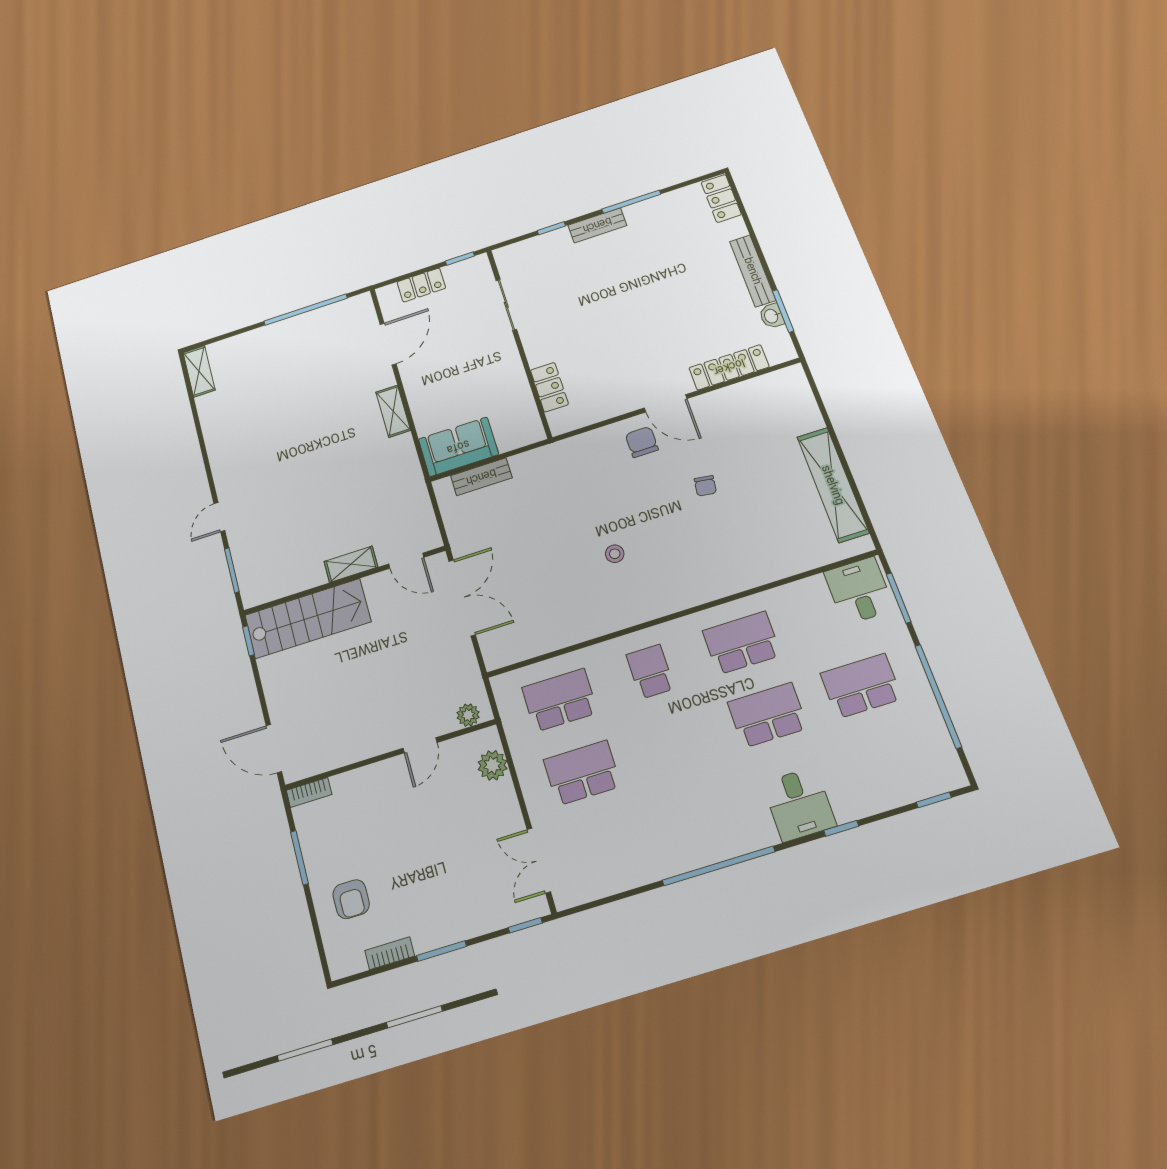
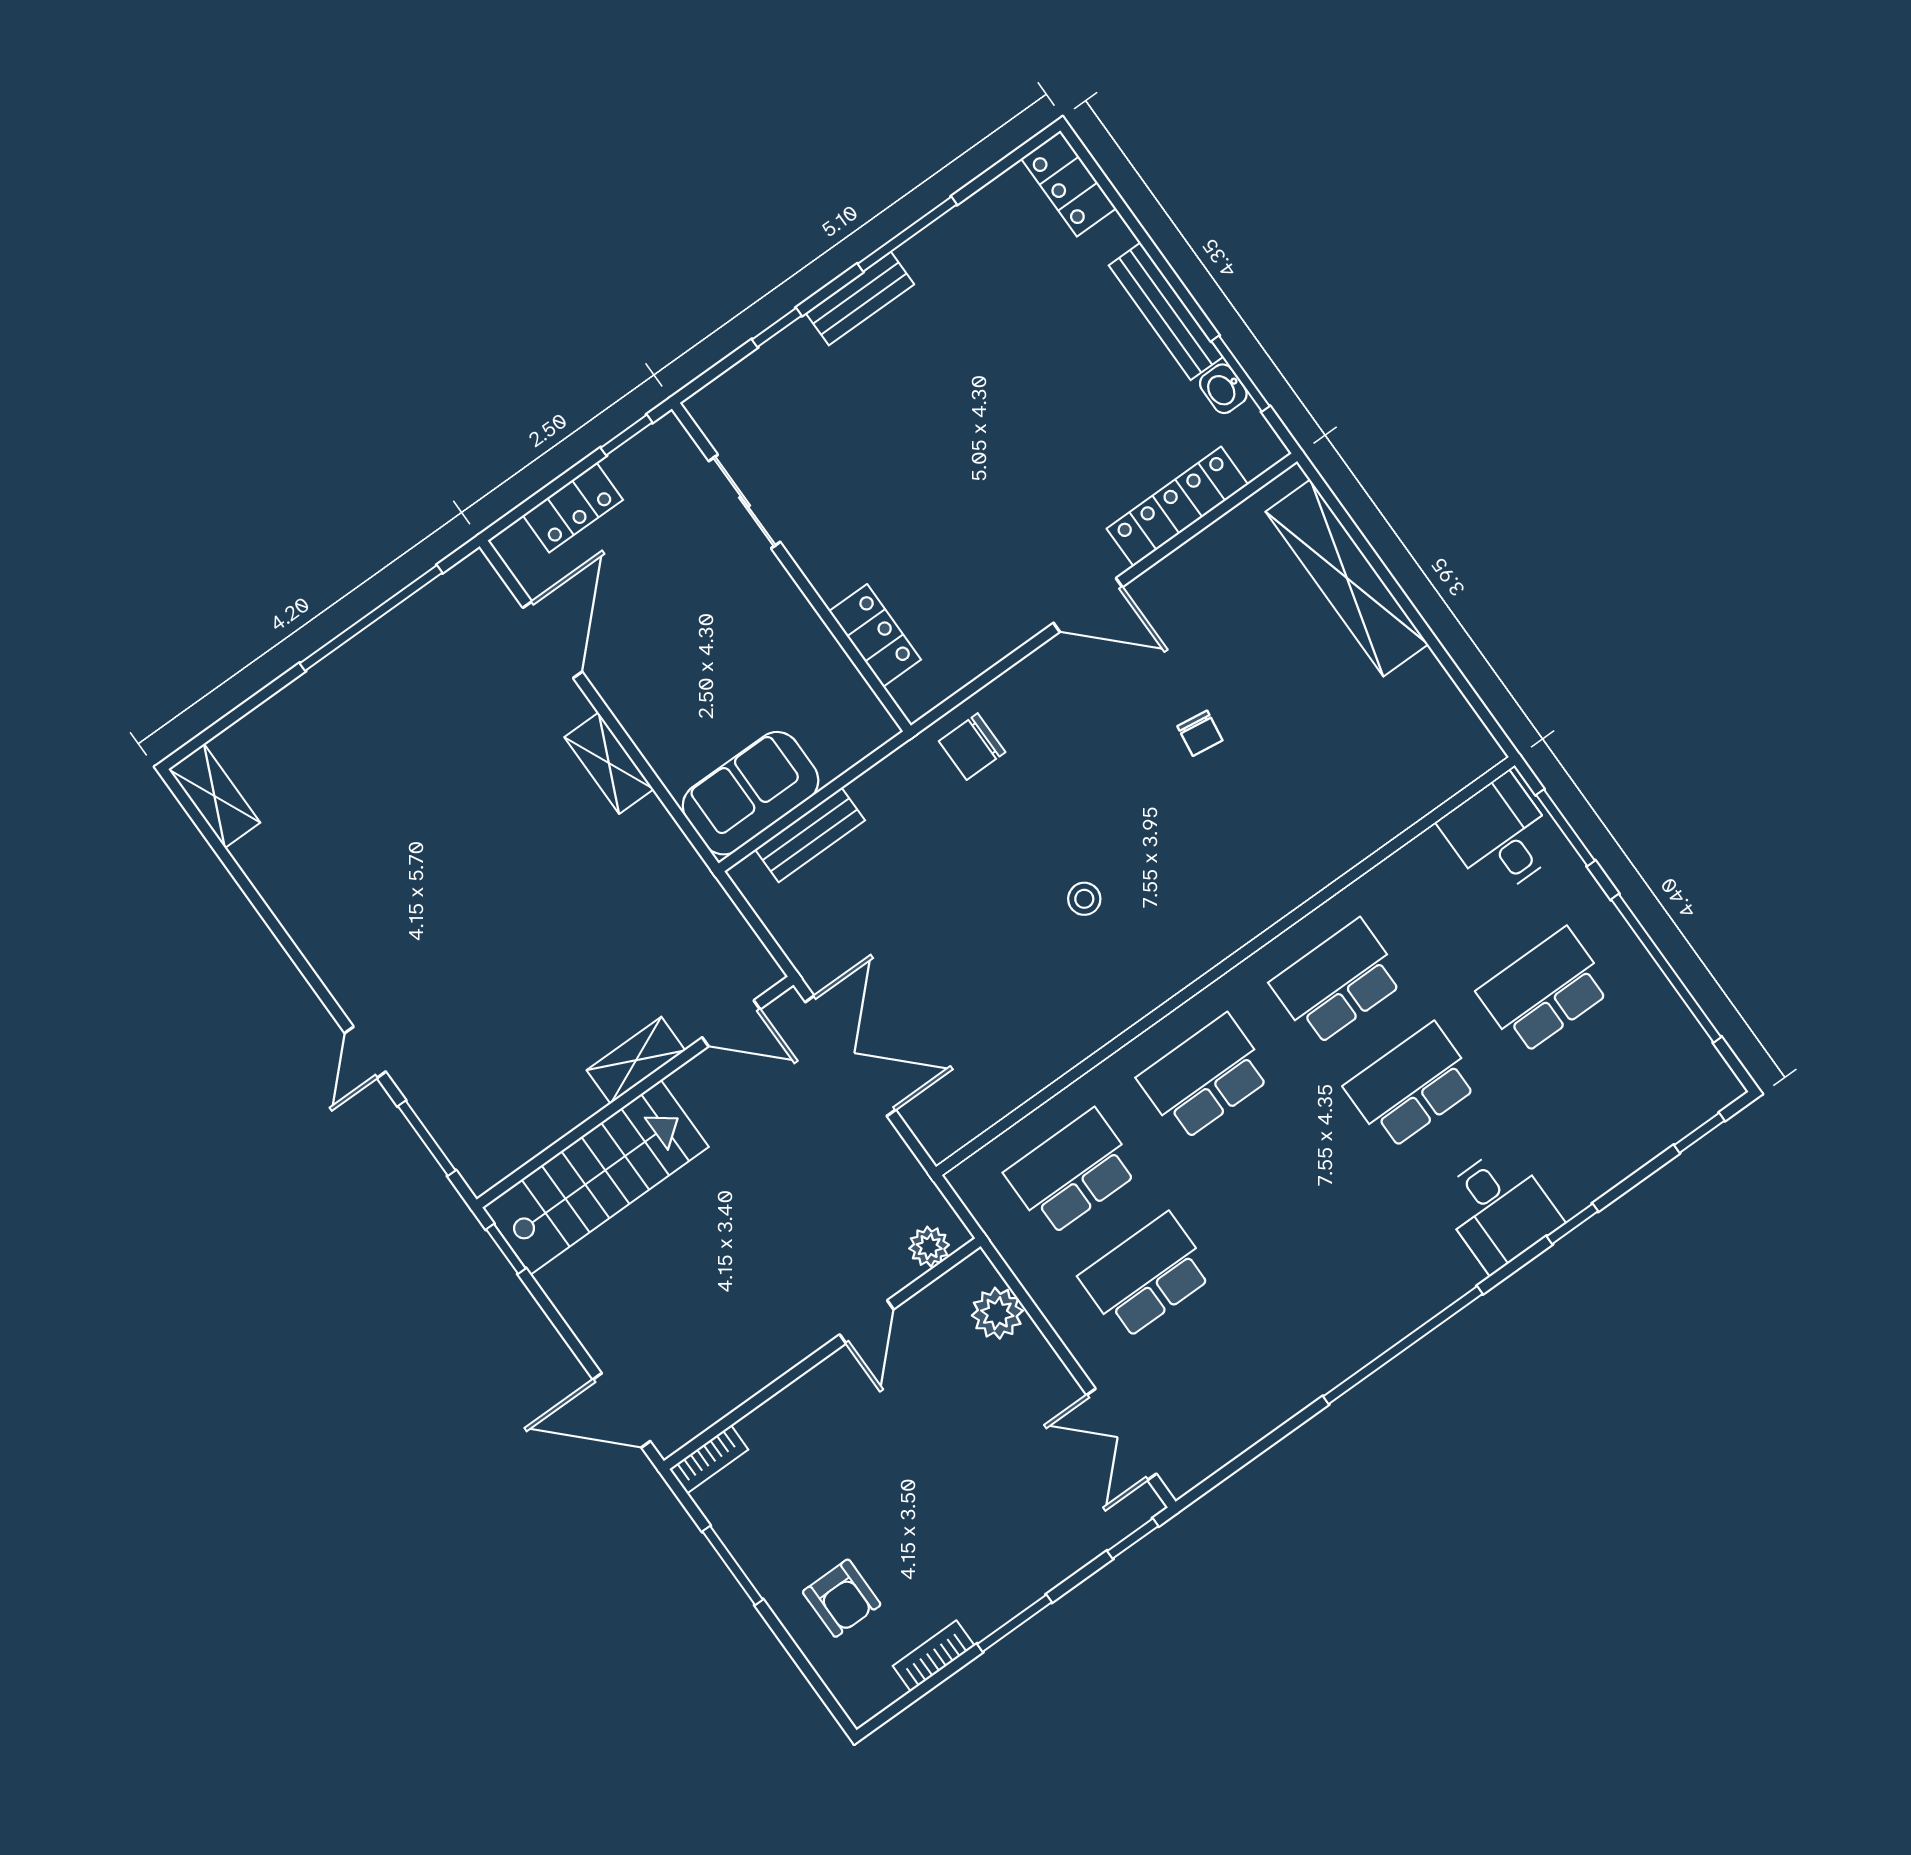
chair: (642, 442) -> (972, 747), moved, turned -90
shelving: (833, 485) -> (1347, 578), moved
school desk: (650, 672) -> (1205, 1077), width x1.85

